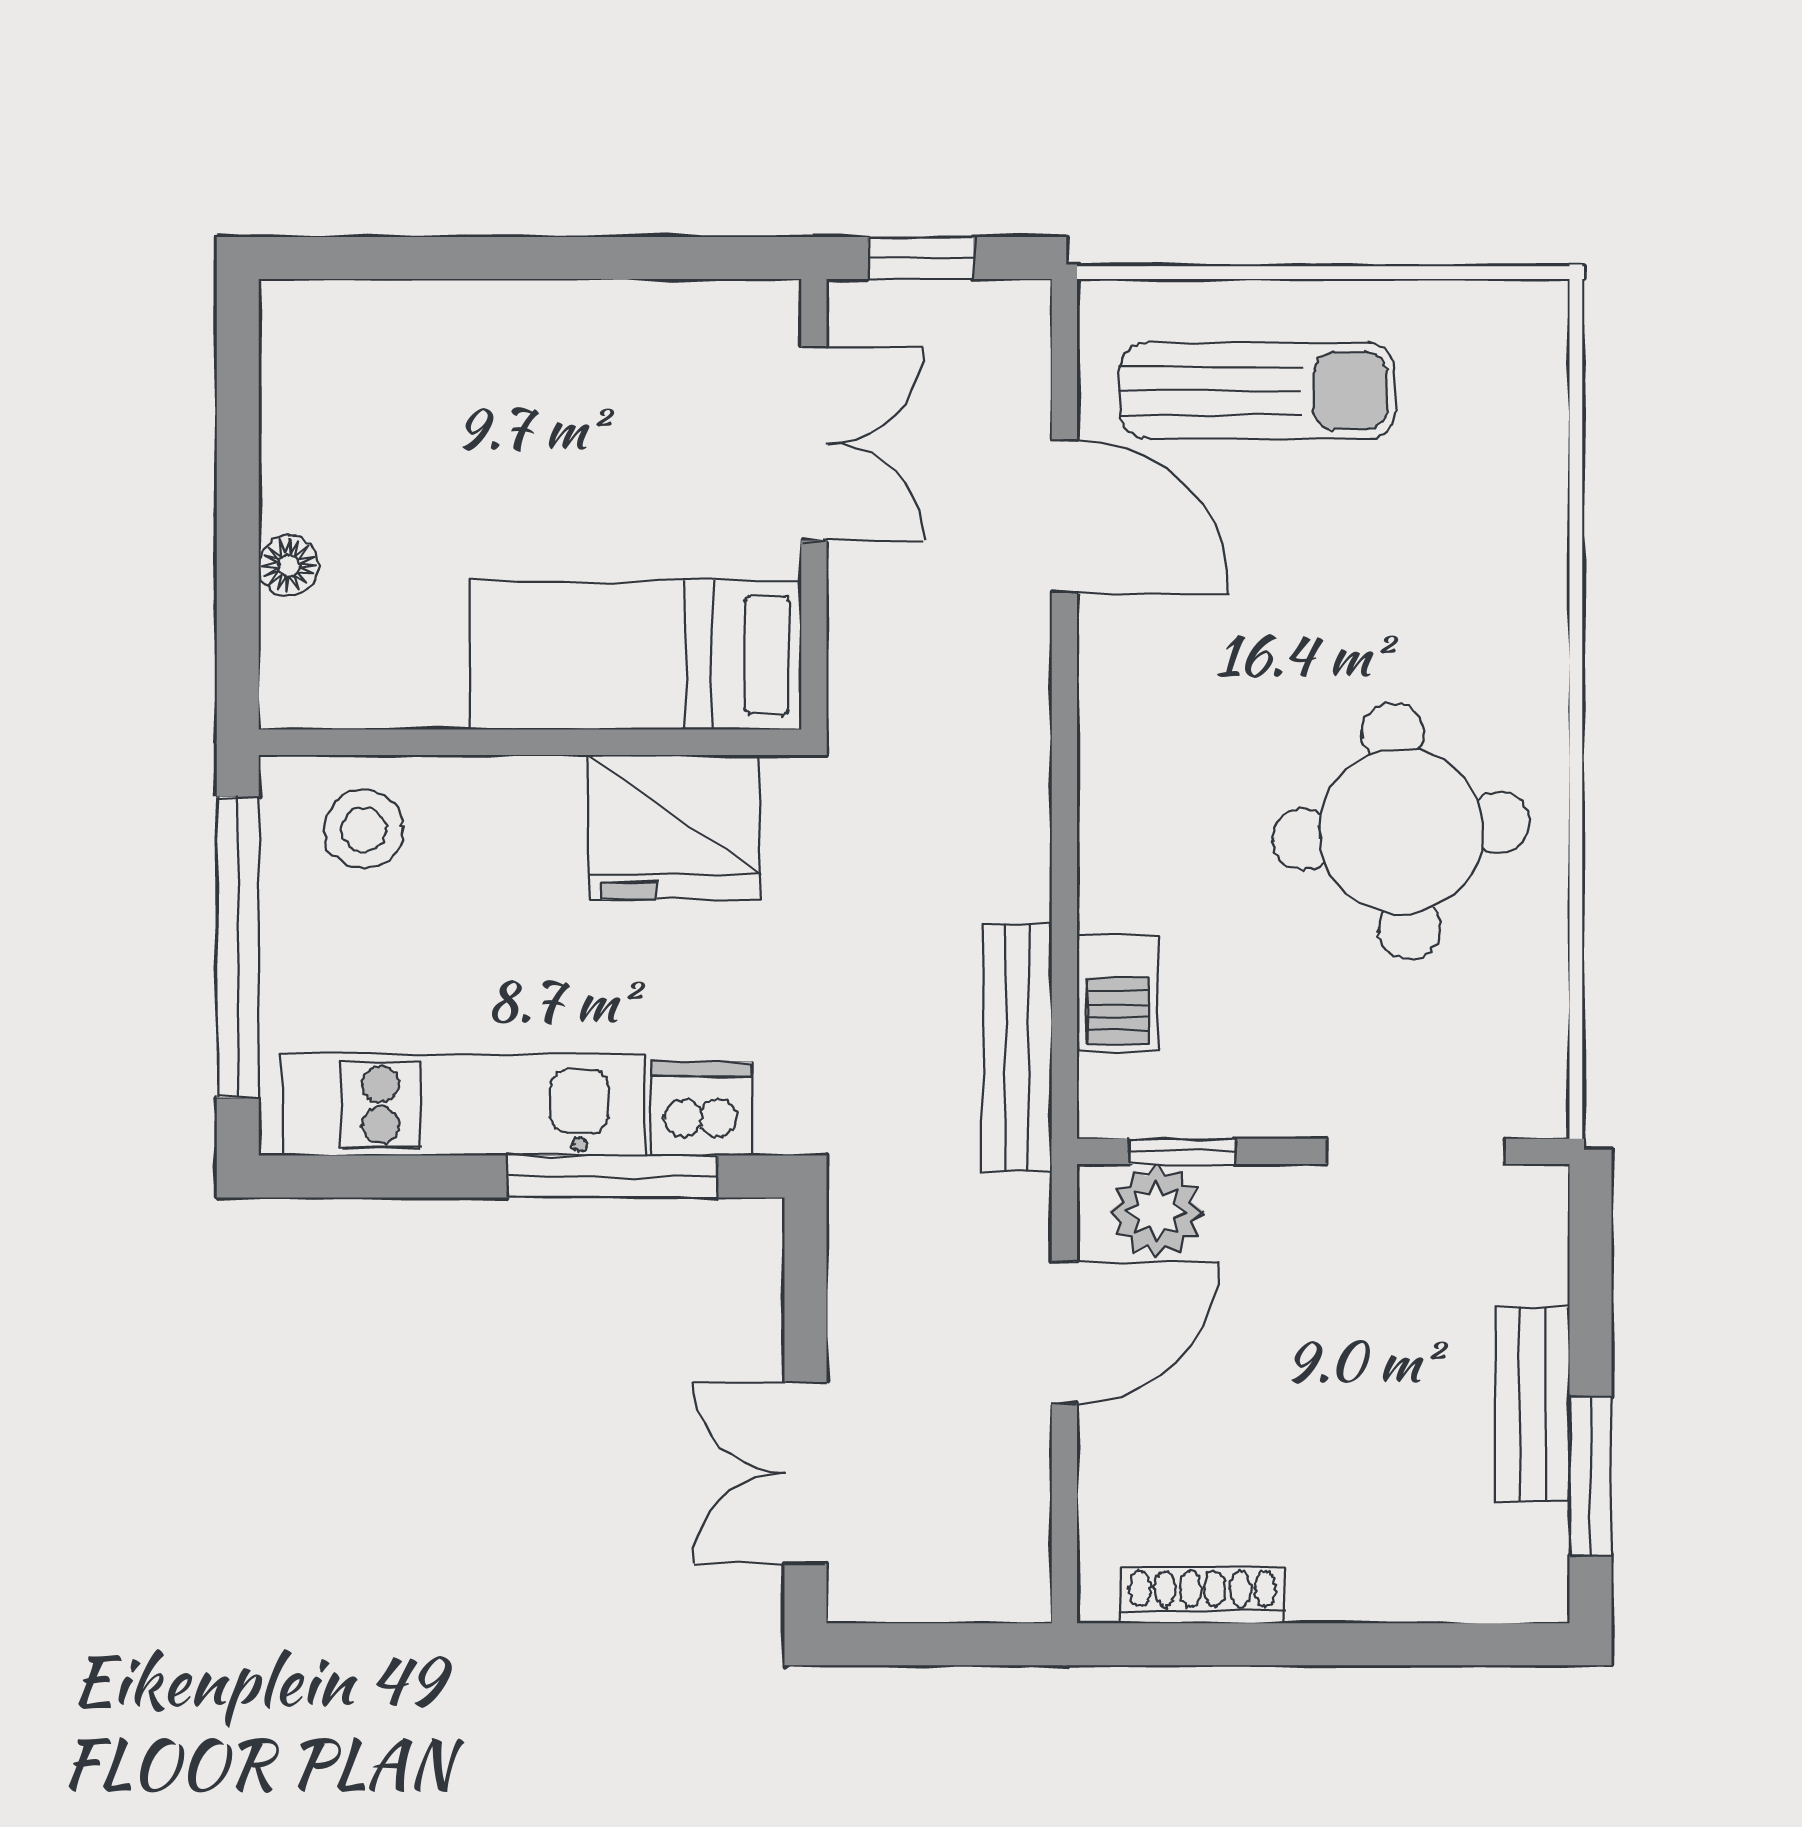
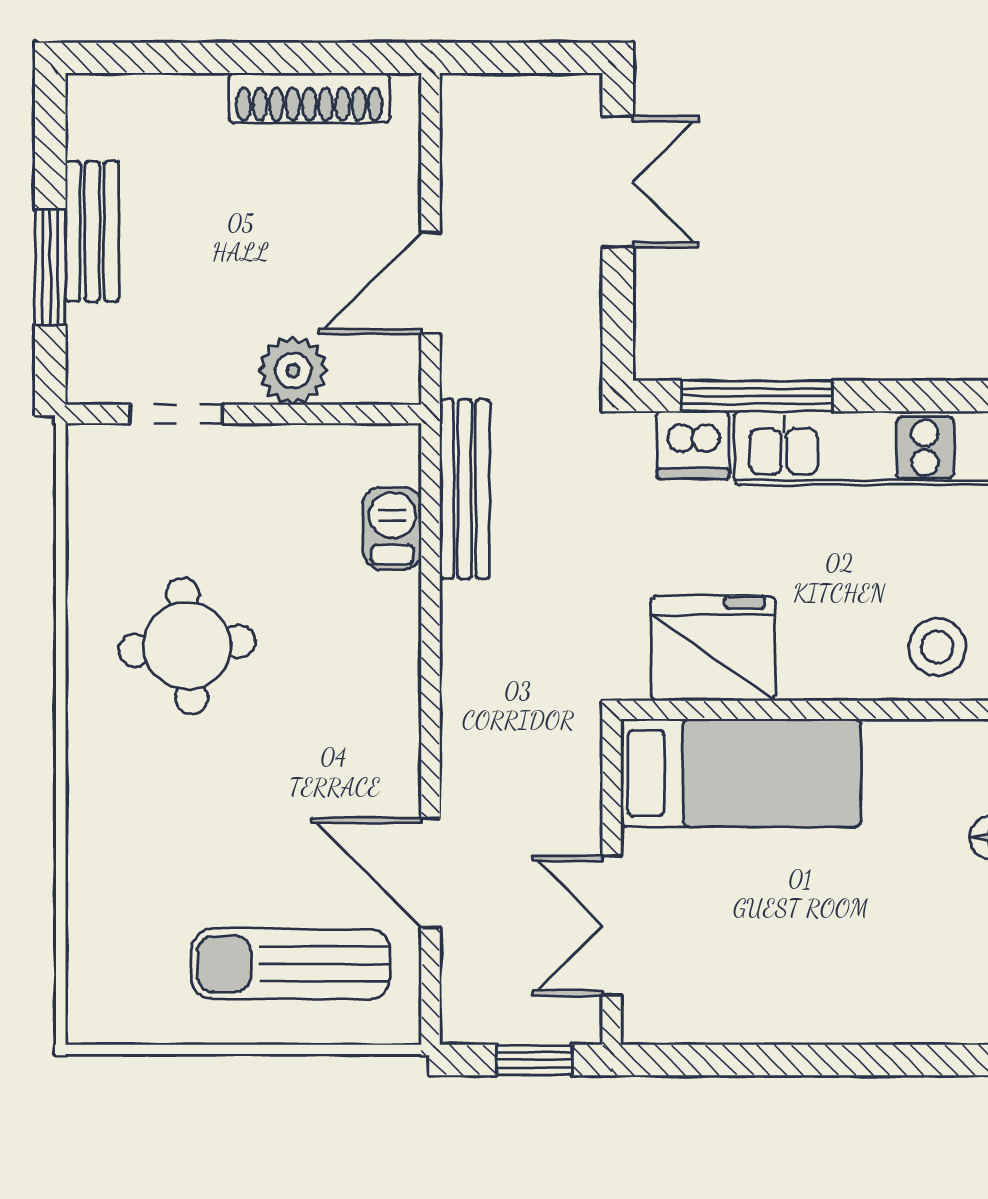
round table: (1401, 831) -> (187, 646), width x0.73, depth x0.73
window: (1182, 1151) -> (345, 414), removed
doorway: (1416, 1151) -> (176, 414), width x0.73
plant: (1156, 1211) -> (293, 371), moved
window: (1591, 1476) -> (50, 267), moved
shoe rack: (1202, 1595) -> (309, 98), width x1.36, depth x1.24

